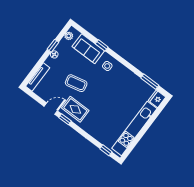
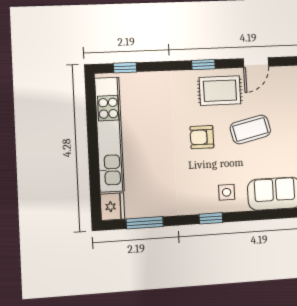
window: (102, 45) -> (211, 218), moved
armchair: (99, 97) -> (202, 137), added
window: (65, 119) -> (203, 65), moved

